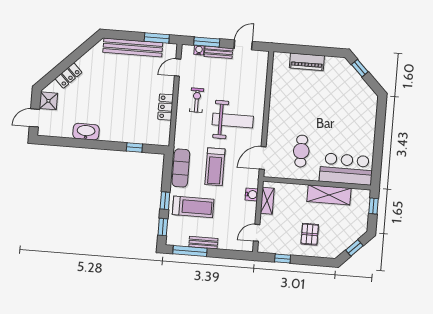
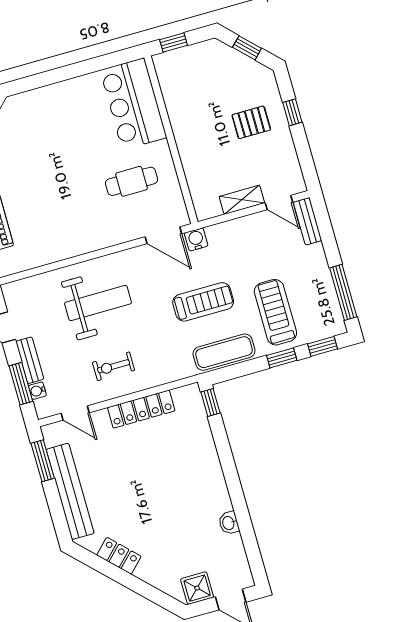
locker: (68, 76) -> (119, 556), moved
locker: (166, 107) -> (141, 409), width x1.53
weight bench: (233, 121) -> (98, 303), moved, turned 90
washbasin: (86, 132) -> (229, 523), width x0.52, depth x0.69
window: (134, 147) -> (210, 402), moved
water cooler: (252, 195) -> (196, 239), moved
shelving: (329, 195) -> (182, 115), removed
shelving: (267, 201) -> (242, 200), moved
bench: (203, 243) -> (308, 221), moved
window: (283, 259) -> (292, 112), moved

